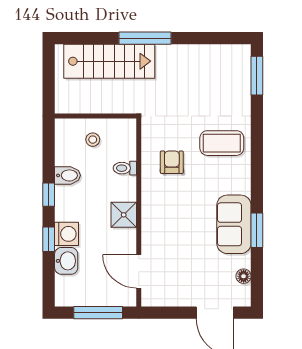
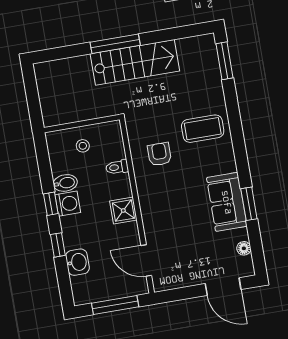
stairs: (109, 61) -> (135, 62), moved
washing machine: (67, 234) -> (68, 204), moved

